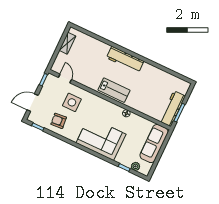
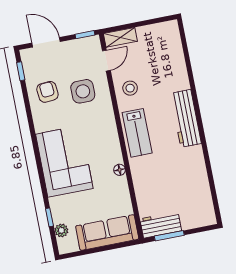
shelving: (67, 43) -> (120, 37), moved
stool: (88, 77) -> (130, 88), added
workbench: (172, 109) -> (161, 225), width x0.73

